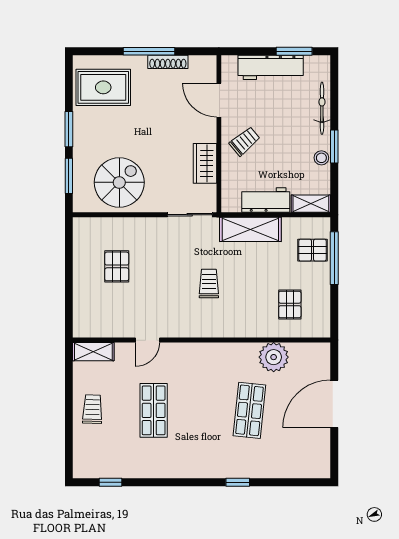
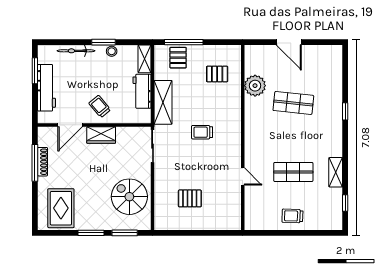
window: (149, 51) -> (35, 163), moved
wardrobe: (205, 163) -> (101, 135), moved
shelving: (93, 352) -> (336, 172), moved
door: (334, 404) -> (289, 42), width x0.73

